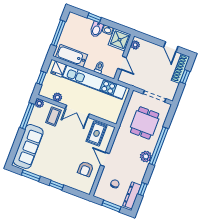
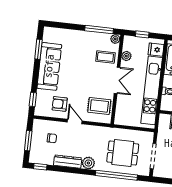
double door: (77, 111) -> (117, 80), swing flipped
sofa: (28, 146) -> (49, 66), moved, turned -90
window: (159, 146) -> (116, 175), moved
door: (105, 159) -> (75, 122), hinge flipped
window: (56, 185) -> (33, 99), moved
window: (143, 189) -> (40, 167), moved
dresser: (132, 195) -> (68, 162), moved

